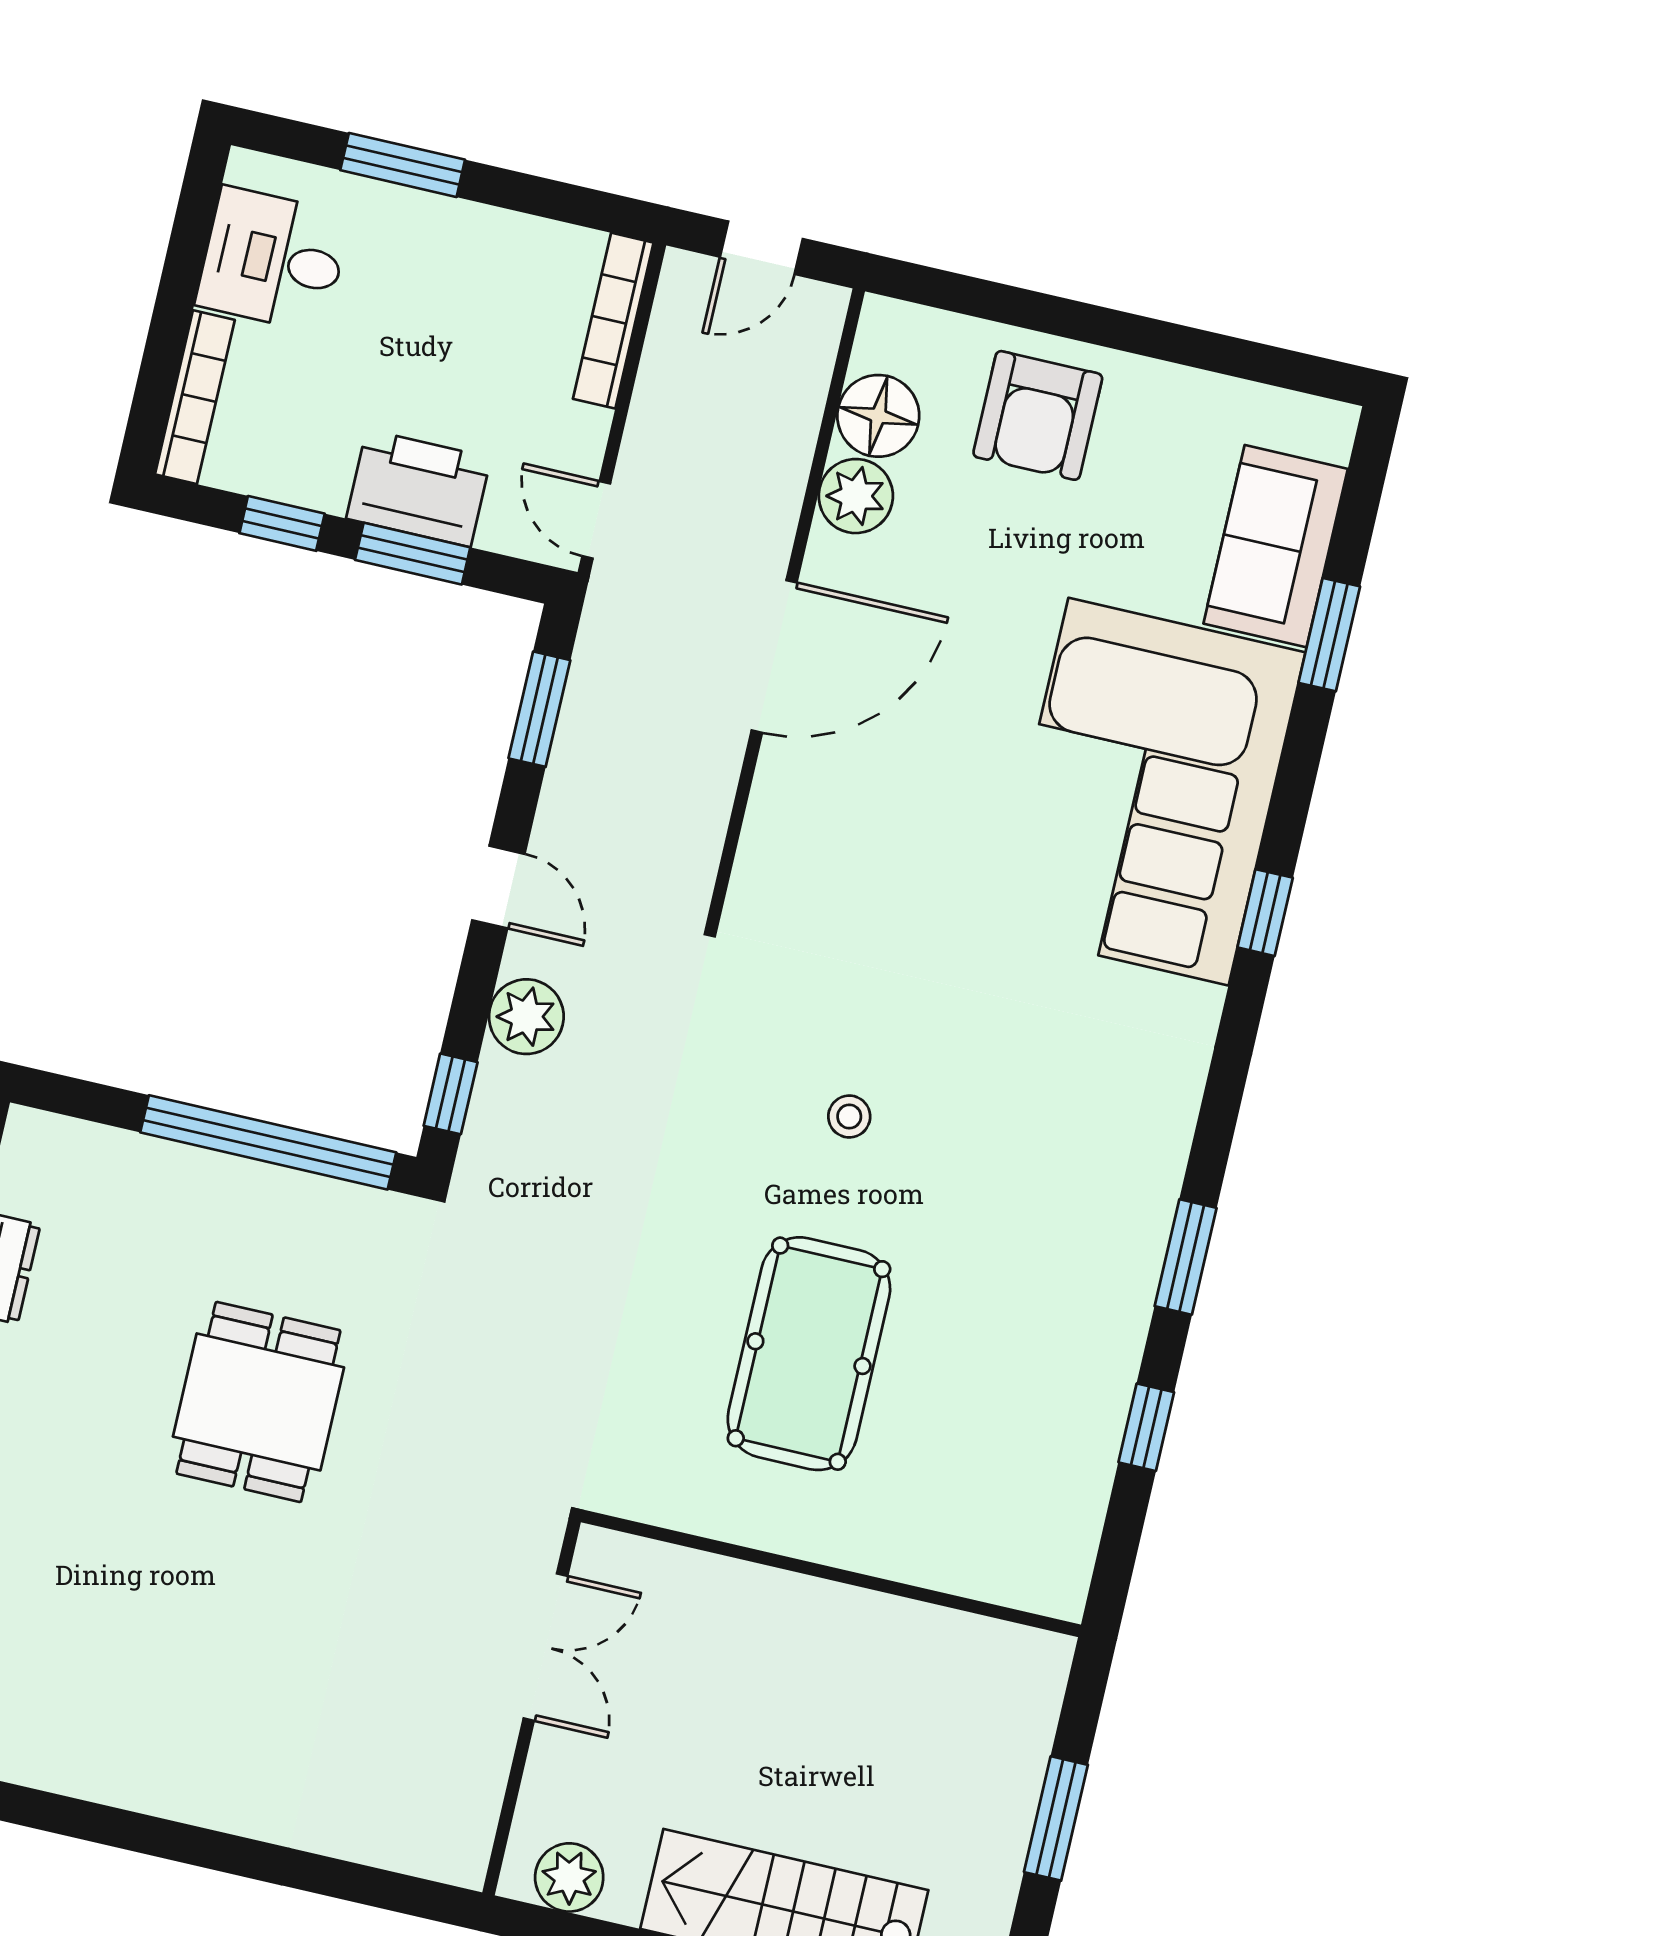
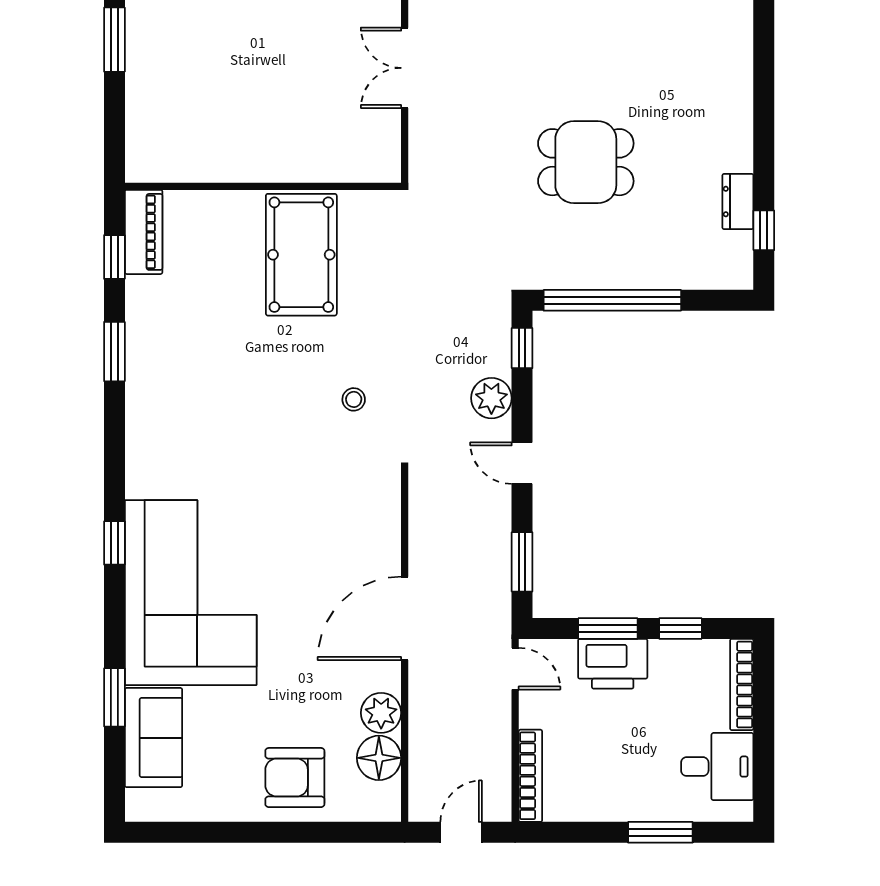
armchair: (1038, 415) -> (295, 778), turned -90
stool: (849, 1117) -> (354, 399), moved
dining table: (258, 1402) -> (586, 162), turned 90
piano: (1083, 1460) -> (144, 232), added
wall: (831, 1573) -> (263, 186), moved

